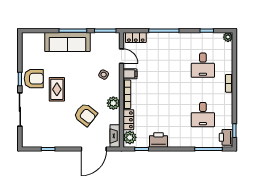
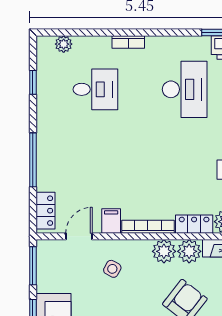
plant: (228, 37) -> (64, 44), moved
desk: (203, 115) -> (185, 89), width x1.37
plant: (113, 117) -> (189, 251), added

